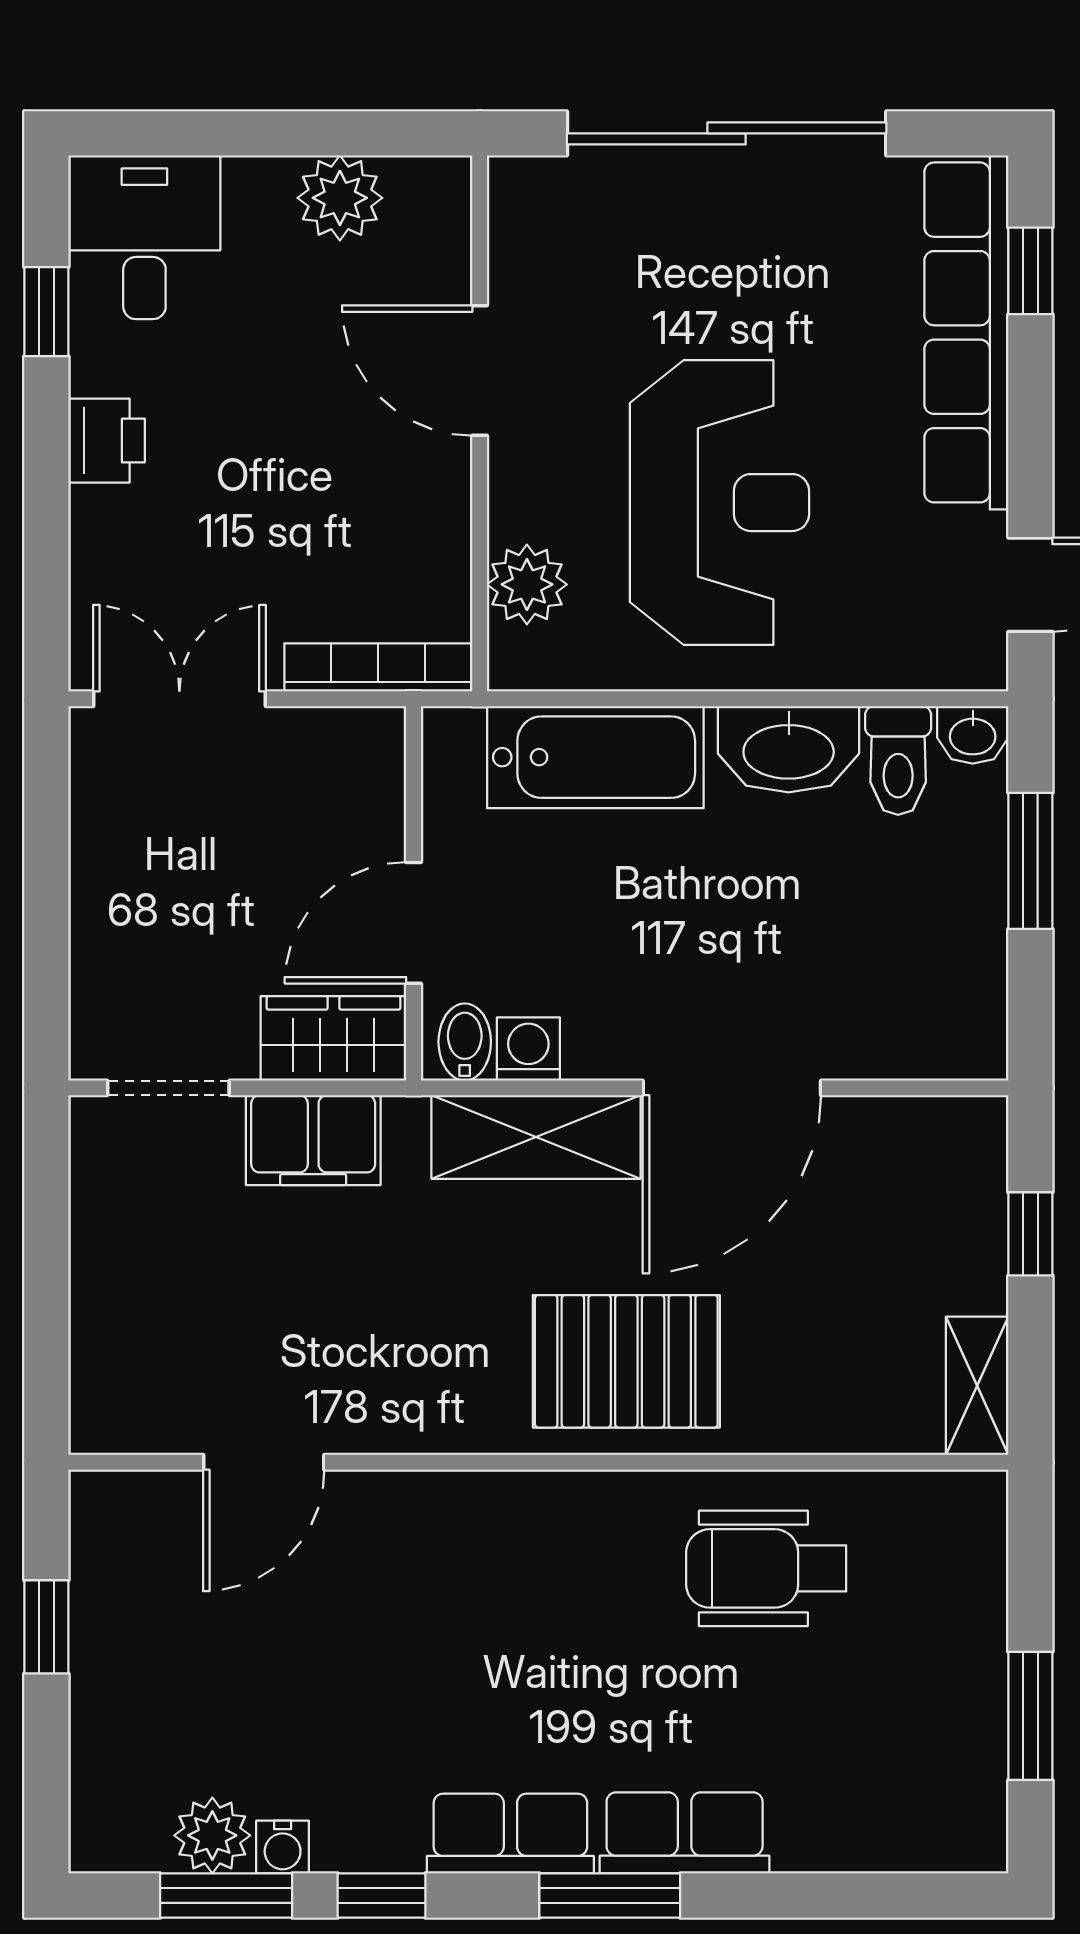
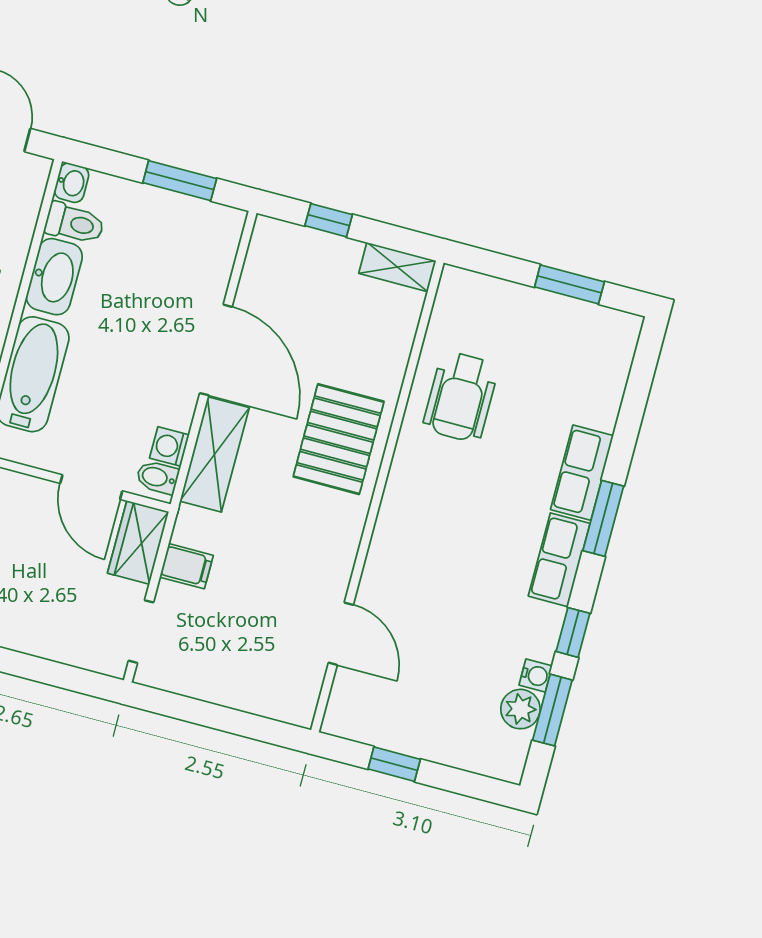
window: (1030, 861) -> (180, 181), moved
filing cabinet: (313, 1140) -> (186, 566), width x0.50

